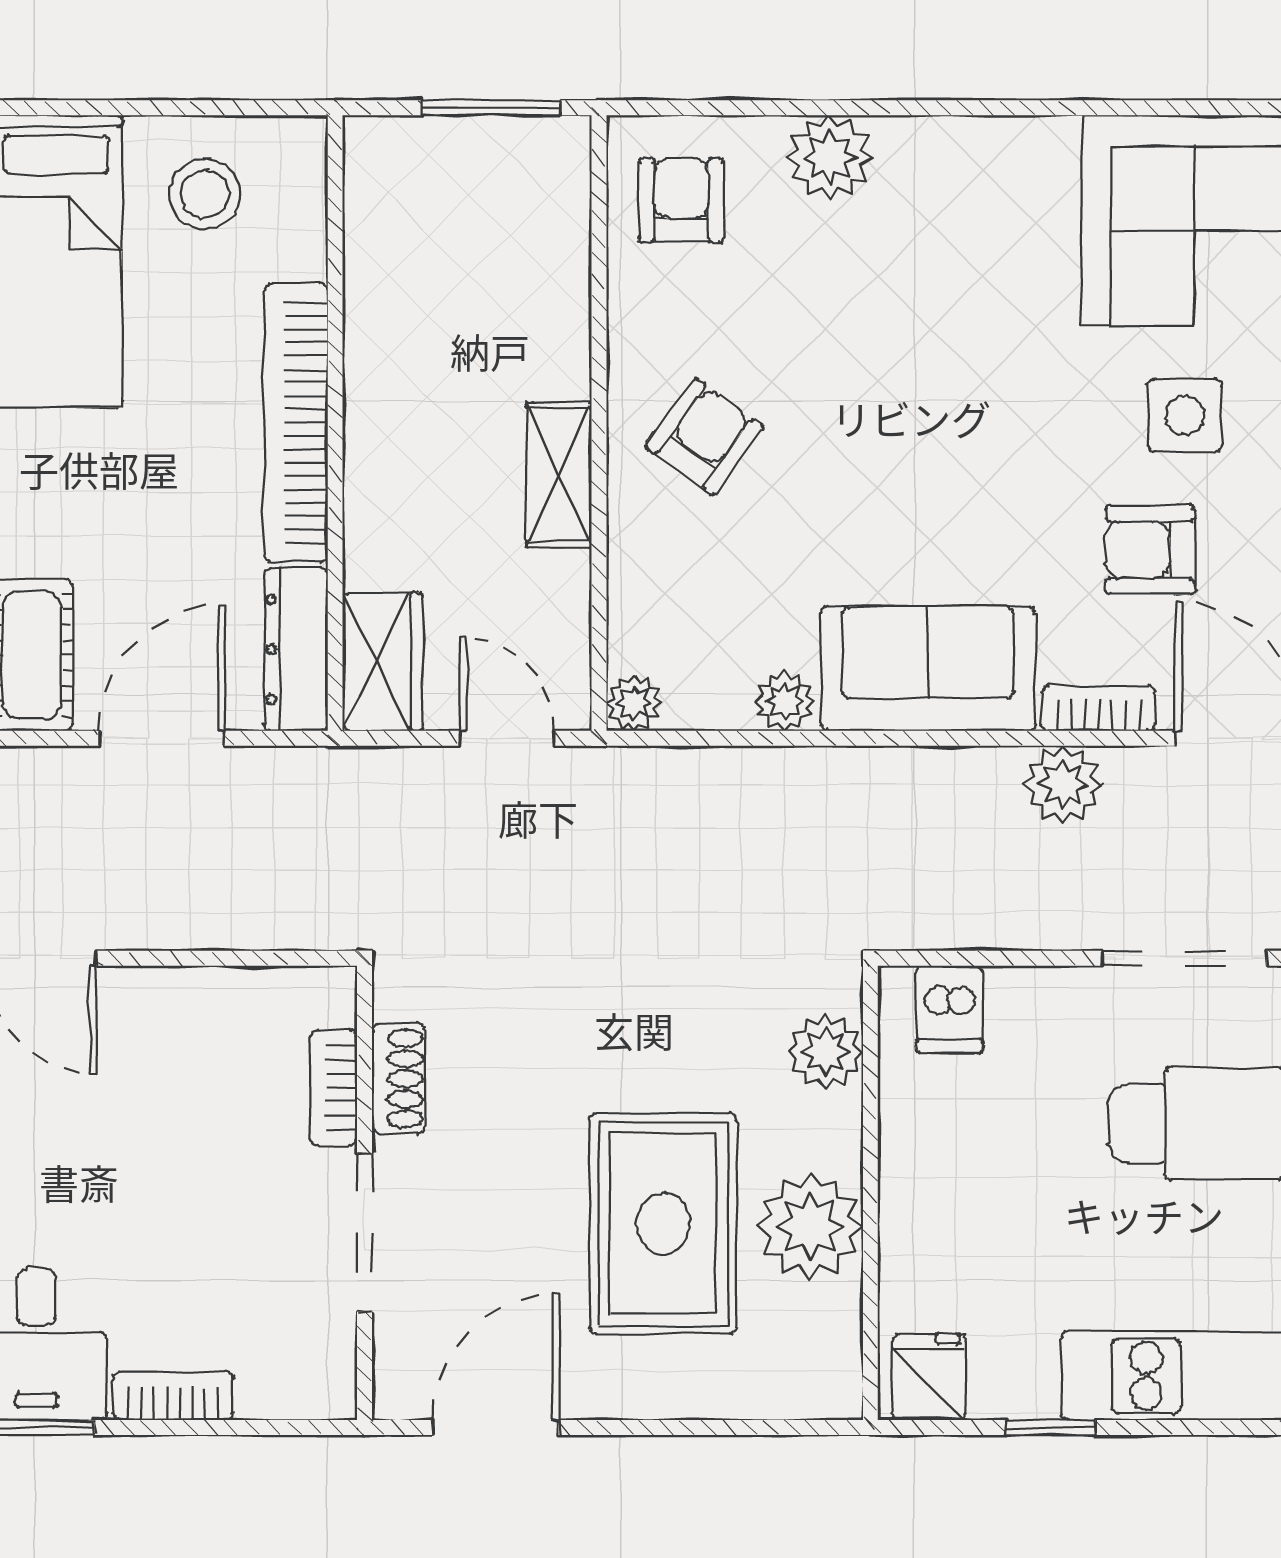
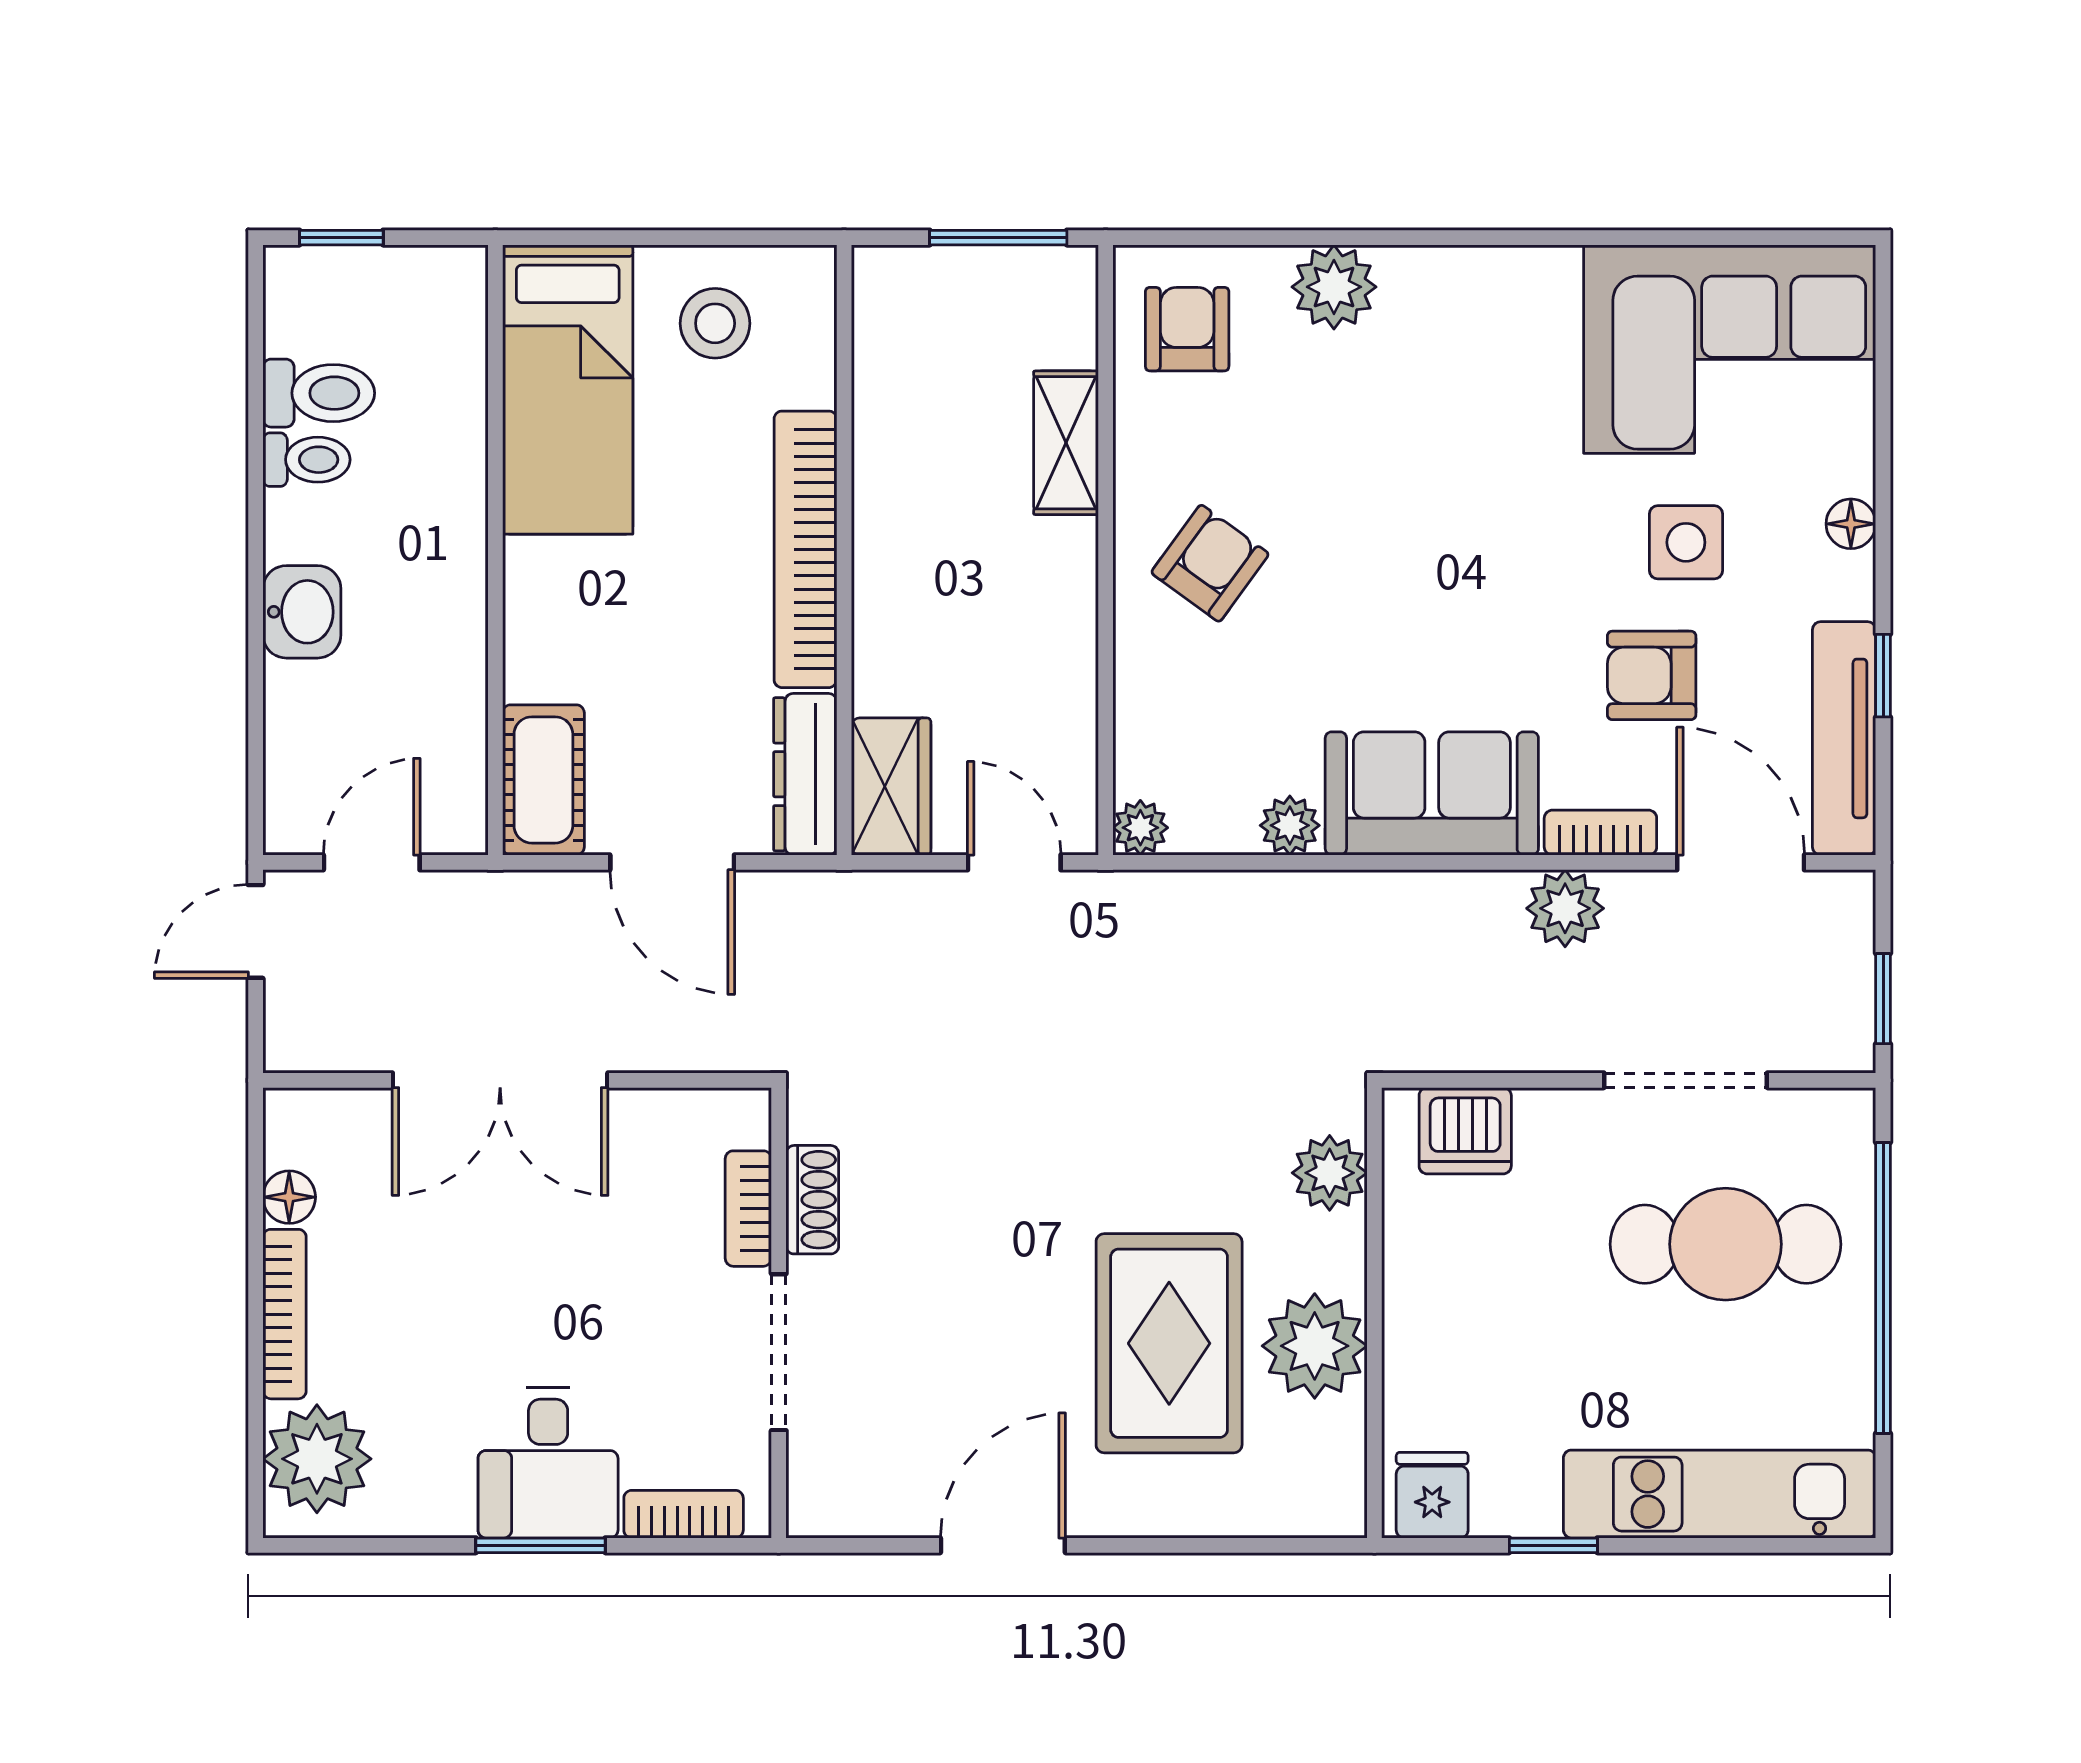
shelving: (559, 475) -> (1066, 443), moved
door: (162, 738) -> (672, 862), swing flipped
dishwasher: (949, 1009) -> (1465, 1131), width x1.38
shoe rack: (398, 1079) -> (812, 1200), moved
bookcase: (334, 1088) -> (748, 1209), moved
wall: (364, 1193) -> (779, 1313), moved
doorway: (364, 1233) -> (779, 1352), moved

